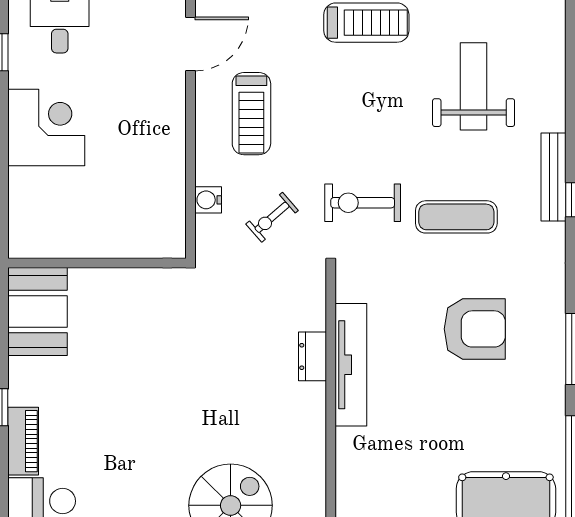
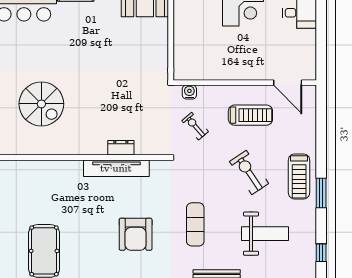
treadmill: (251, 114) -> (250, 115), turned 180
water cooler: (208, 200) -> (189, 92), moved
exercise bike: (363, 203) -> (249, 172), moved, turned -34

